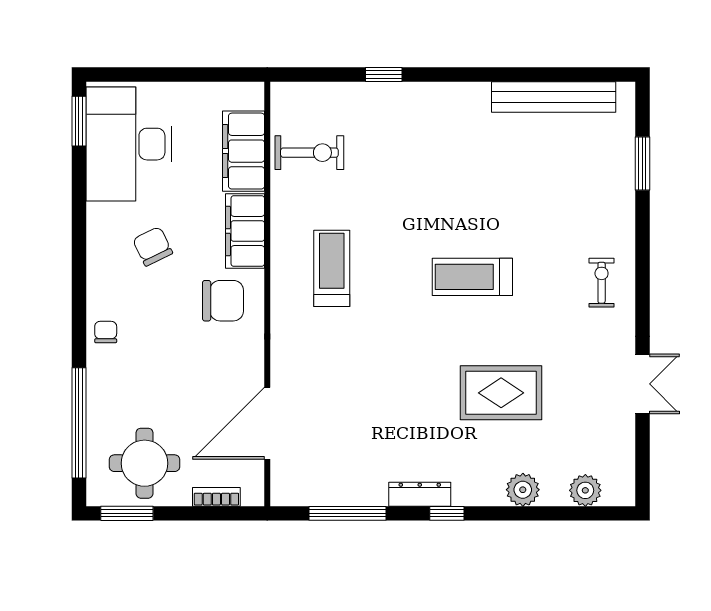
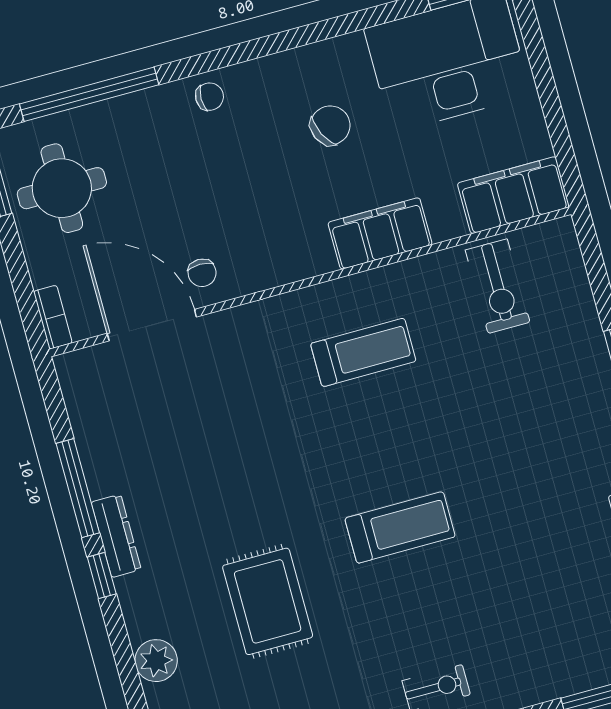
filing cabinet: (244, 151) -> (513, 195), moved
treadmill: (472, 277) -> (400, 527), turned 90
chair: (223, 301) -> (202, 273), moved, width x0.54, depth x0.54
bookcase: (216, 497) -> (53, 317), moved
window: (347, 513) -> (78, 488), moved

